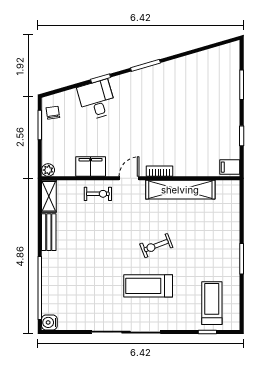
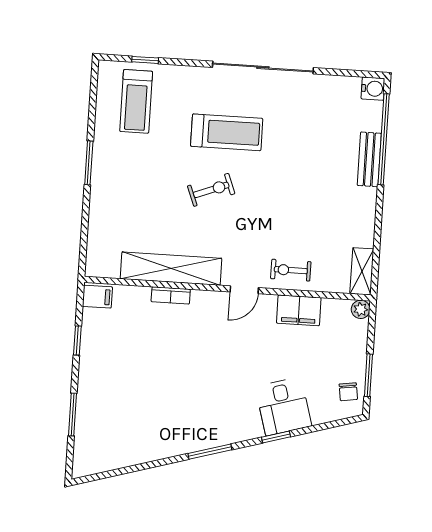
bookcase: (159, 171) -> (171, 295), moved
bench: (49, 232) -> (369, 159), moved

